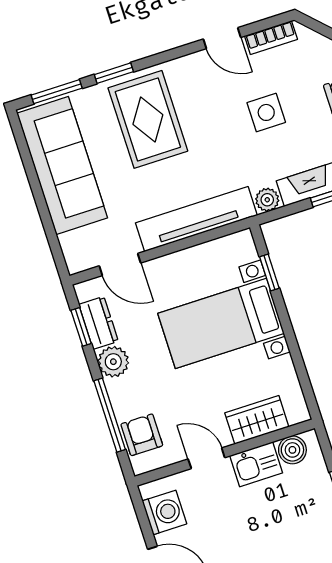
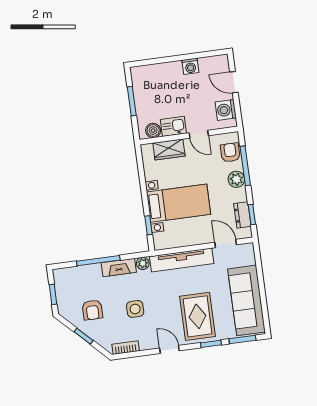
door: (222, 38) -> (169, 349), moved
plant: (113, 362) -> (236, 179), moved
armchair: (142, 435) -> (230, 153), turned 180

